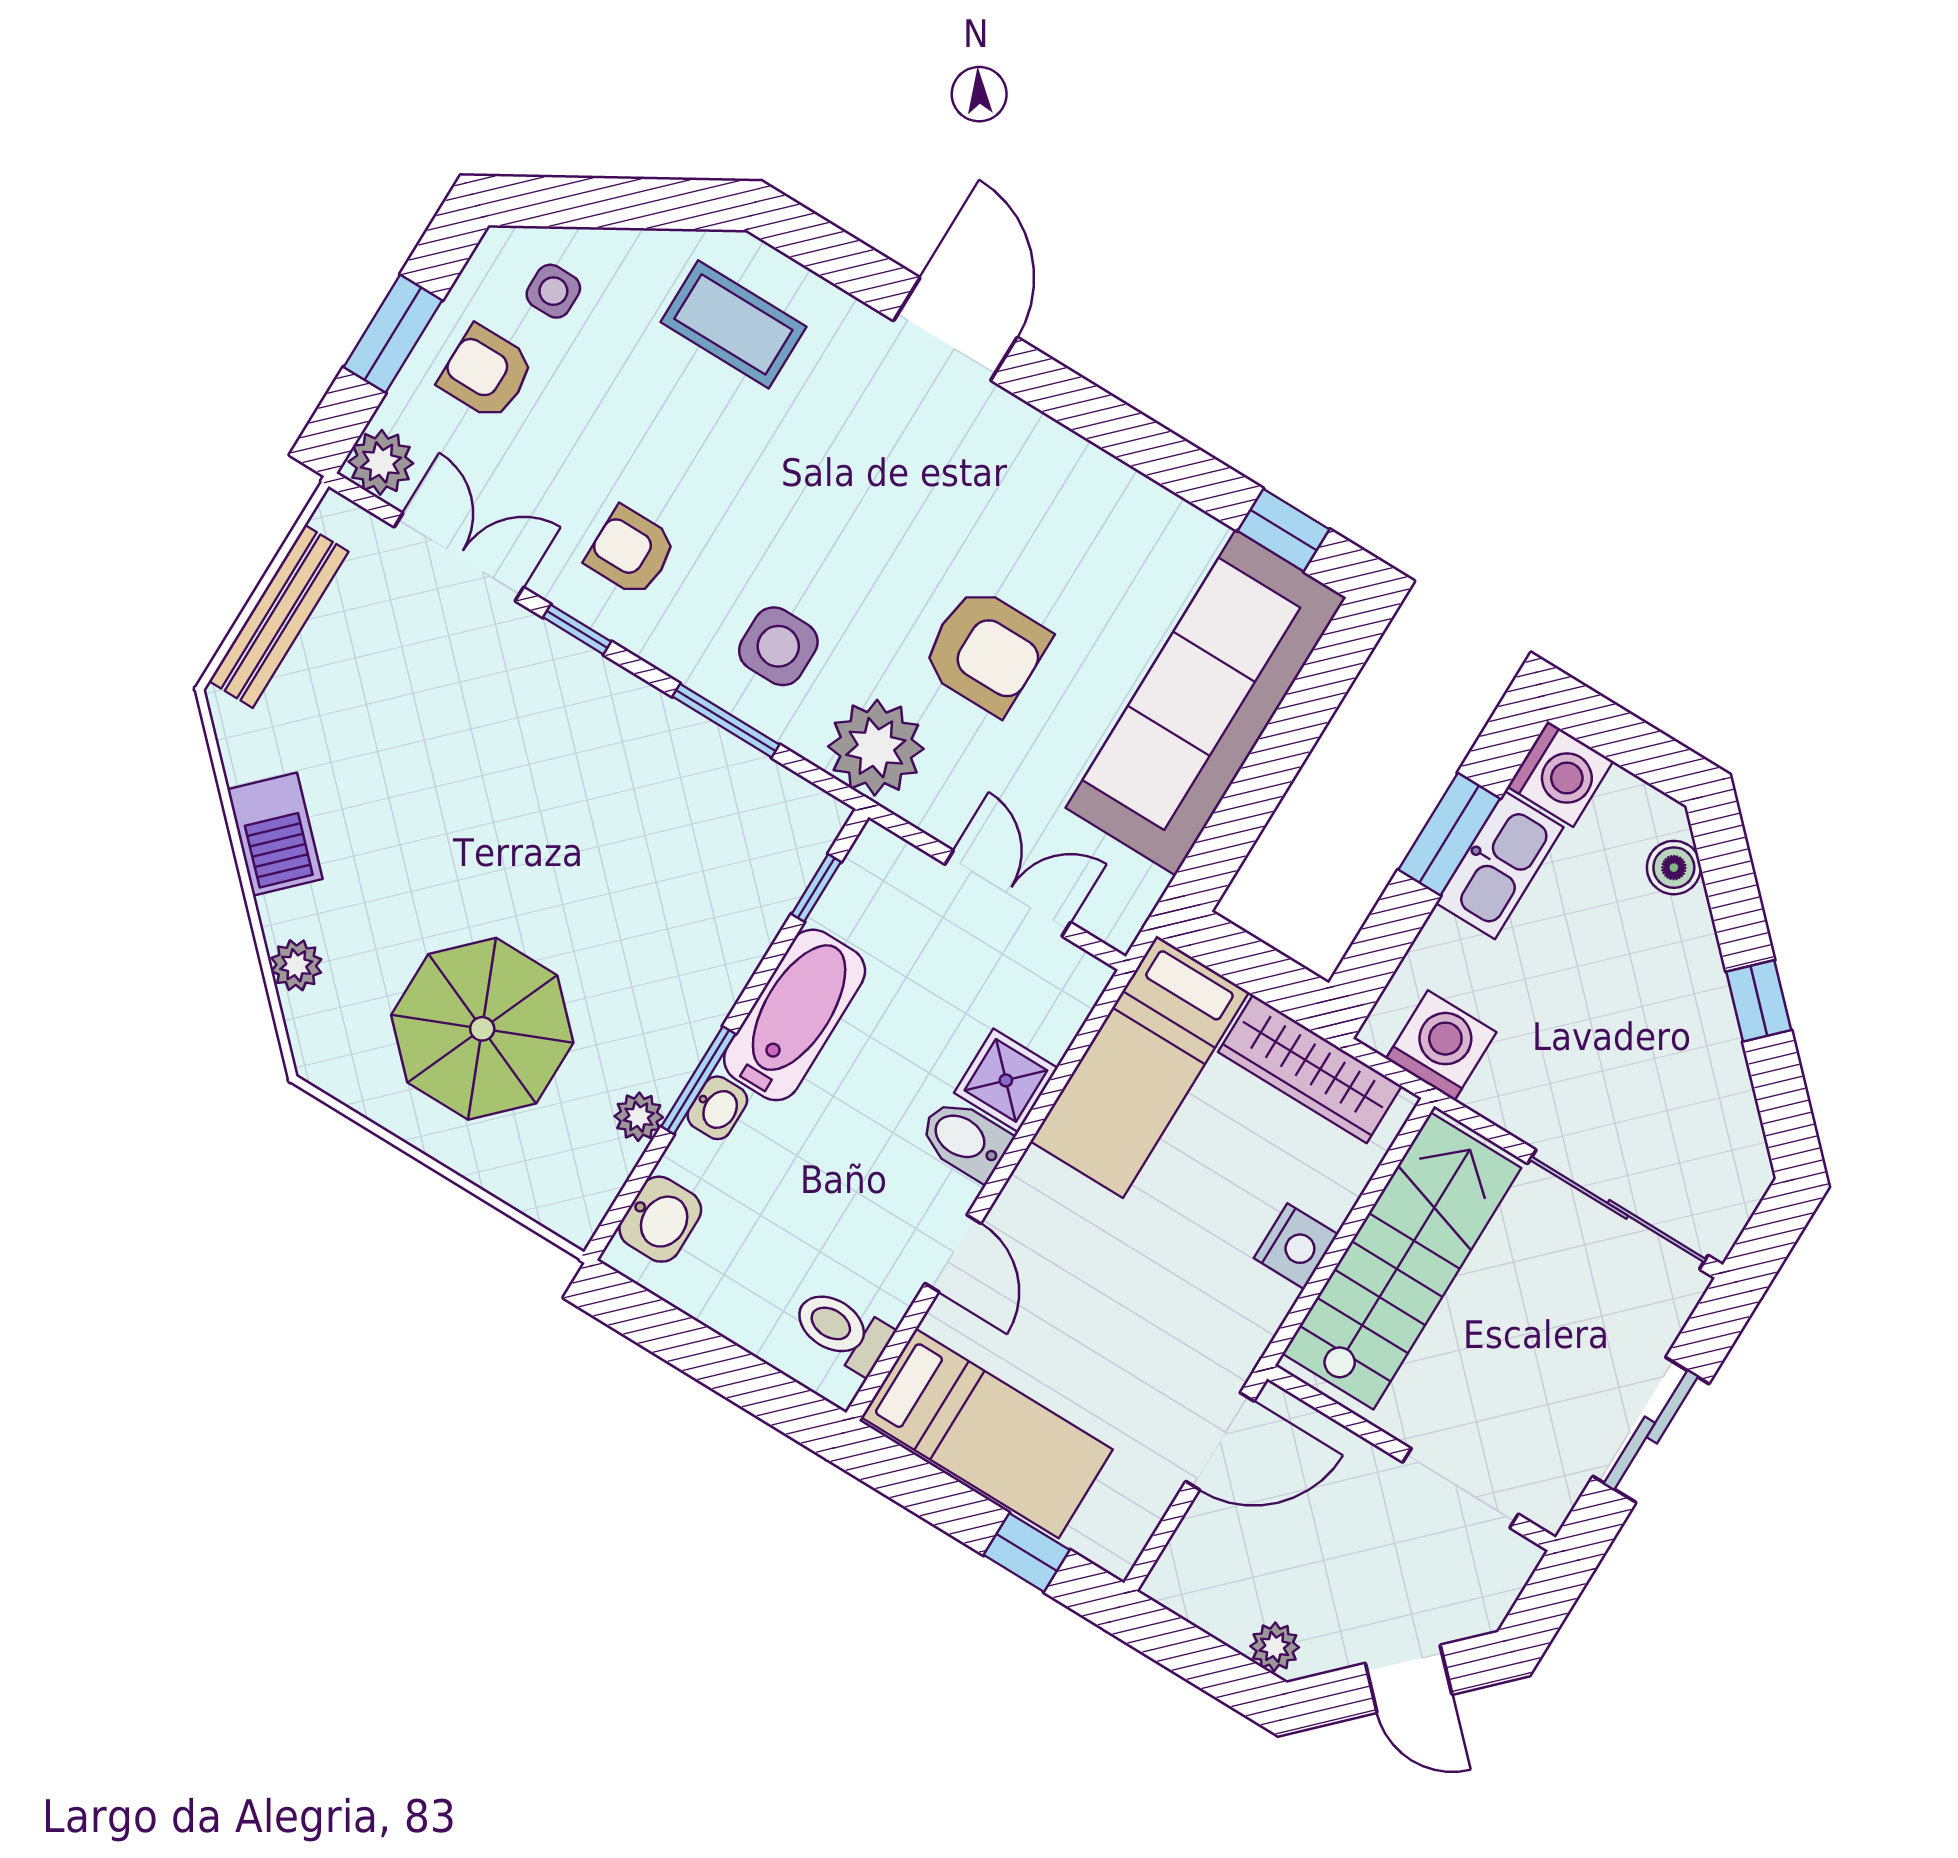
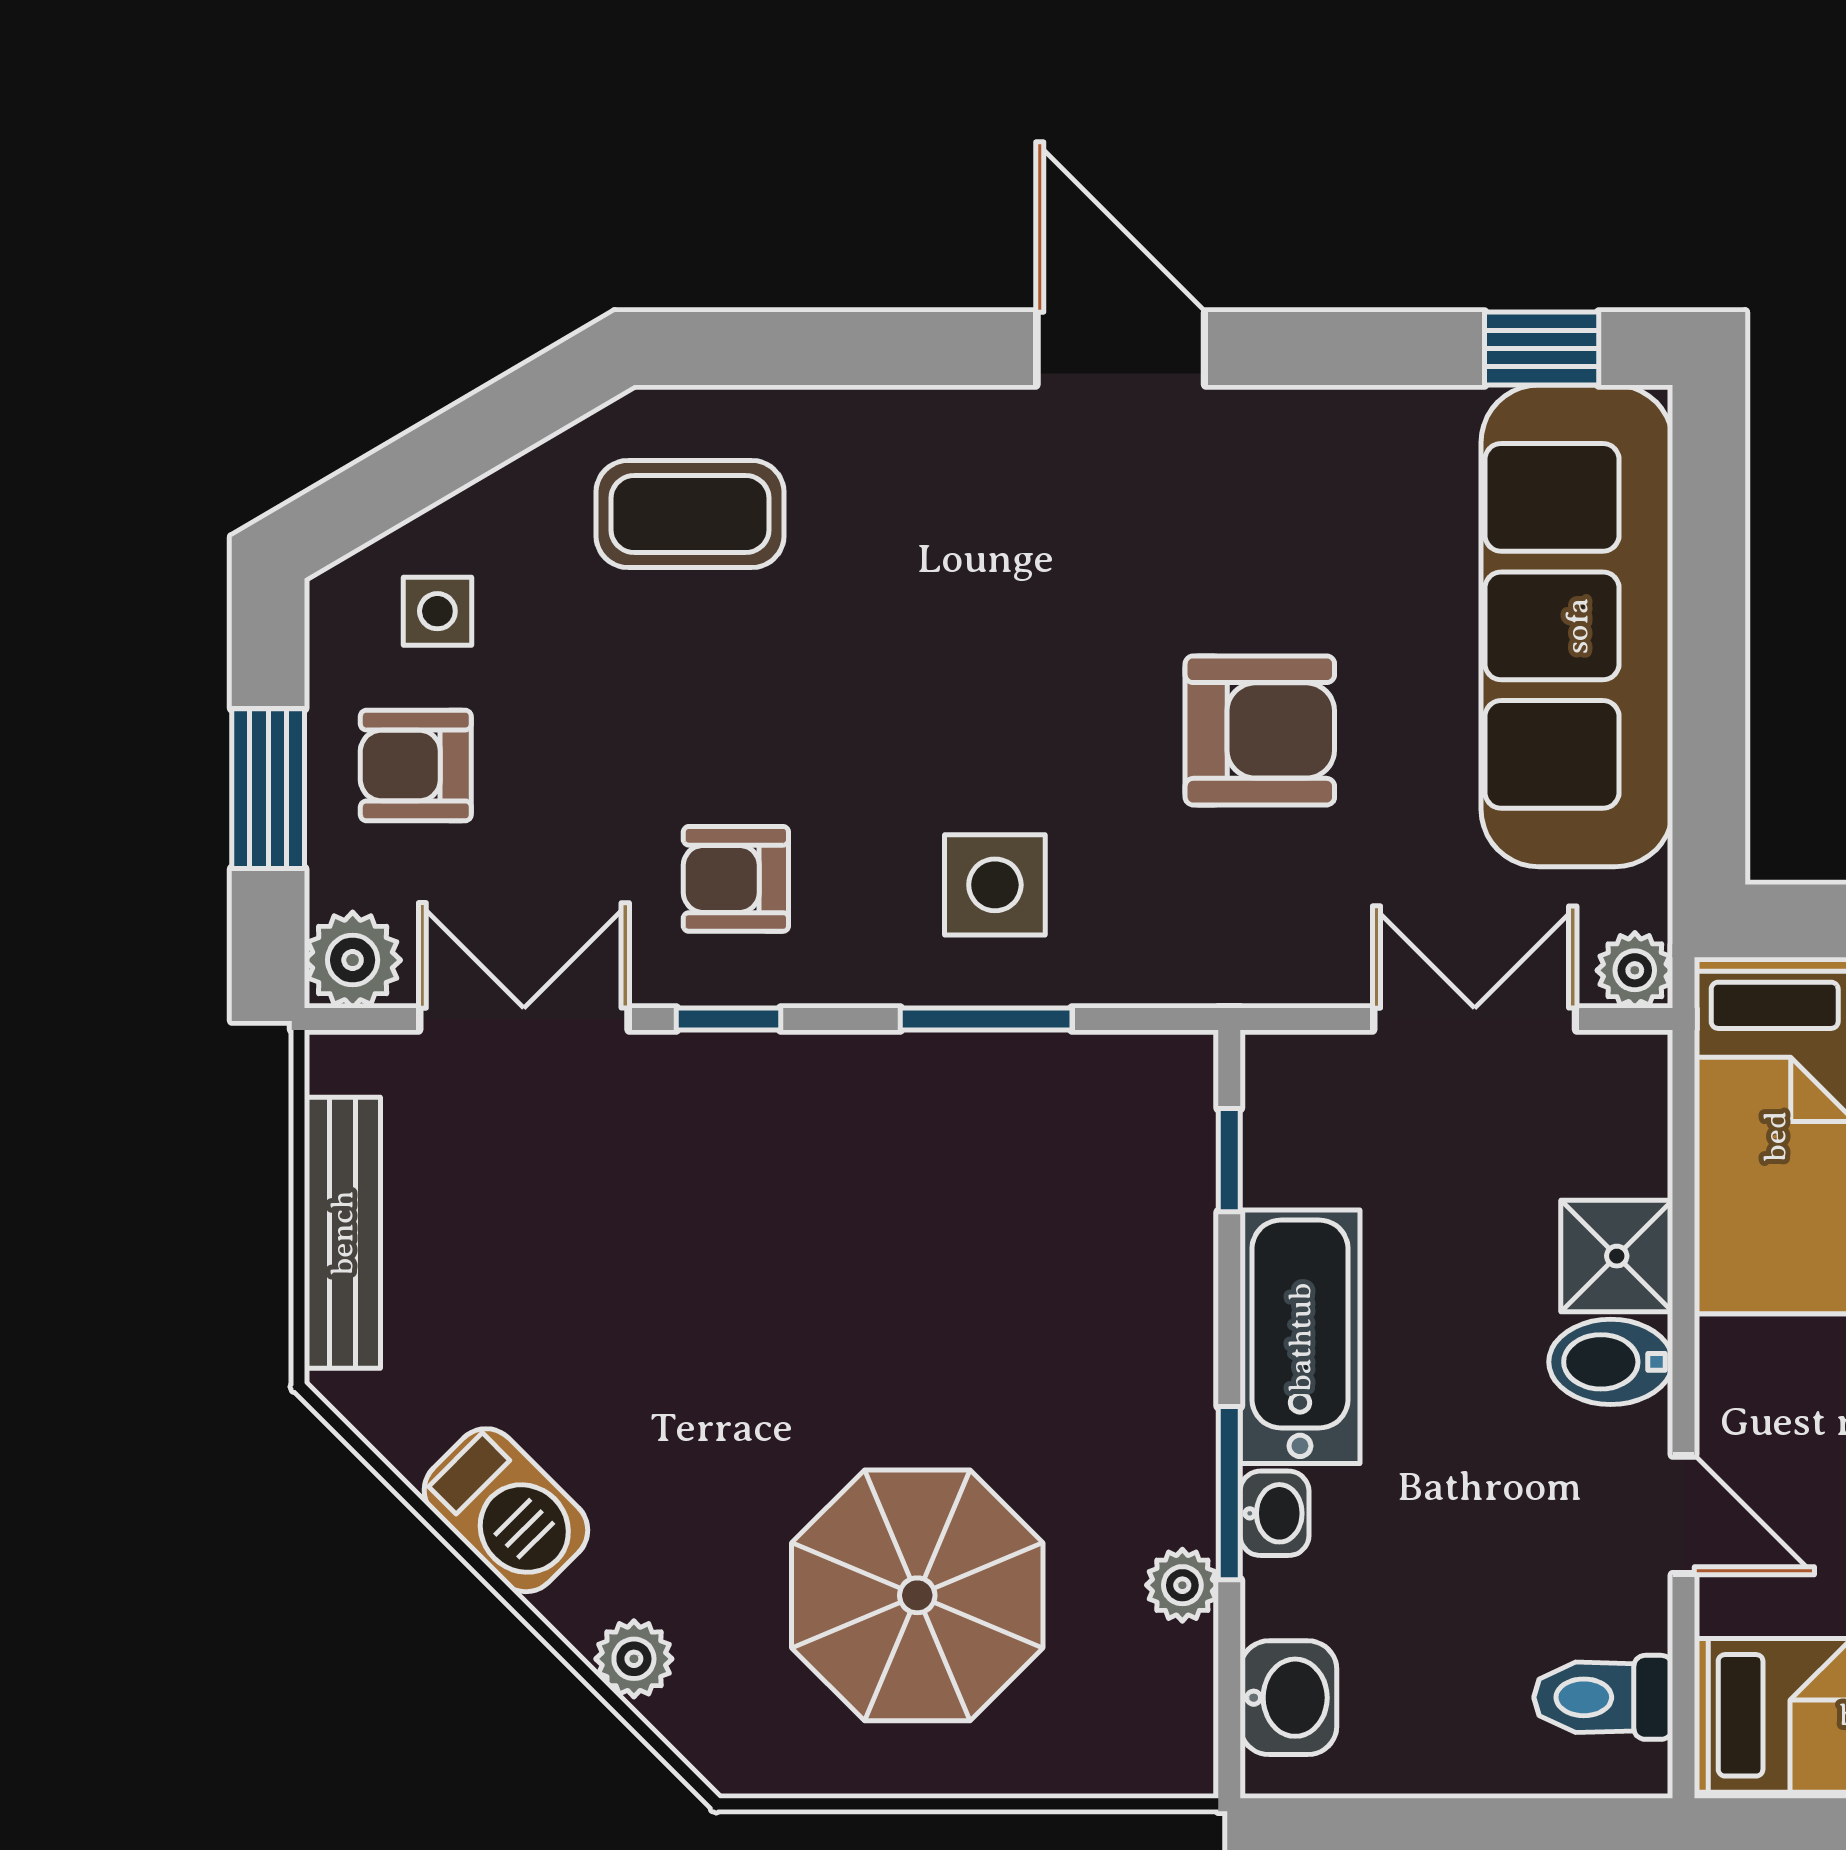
door: (955, 329) -> (1121, 349), moved
plant: (876, 748) -> (1635, 970), moved, width x0.53, depth x0.53

